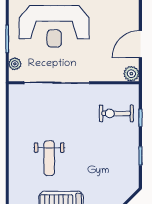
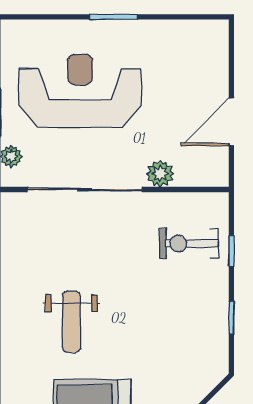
reception desk: (54, 26) -> (80, 91), turned 180
plant: (131, 74) -> (160, 174), moved

